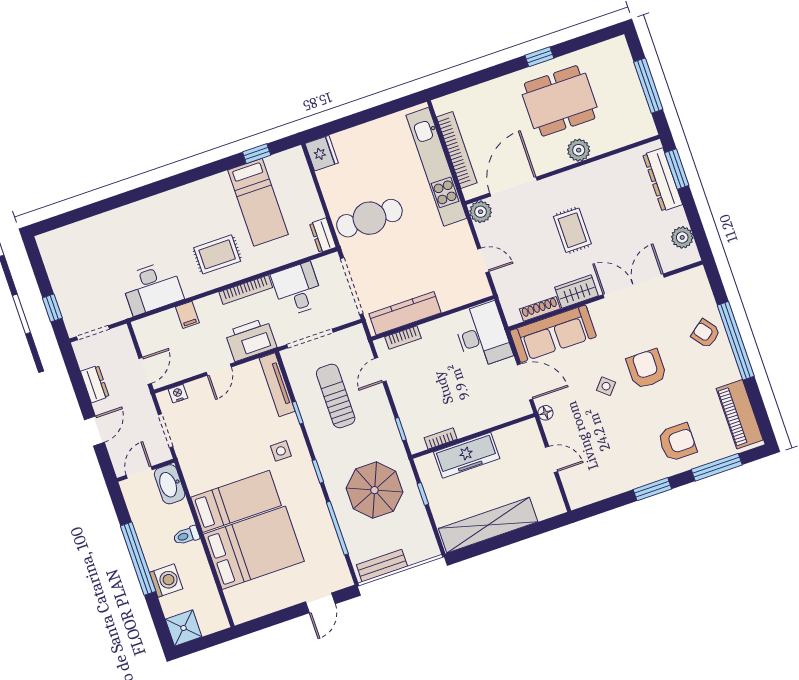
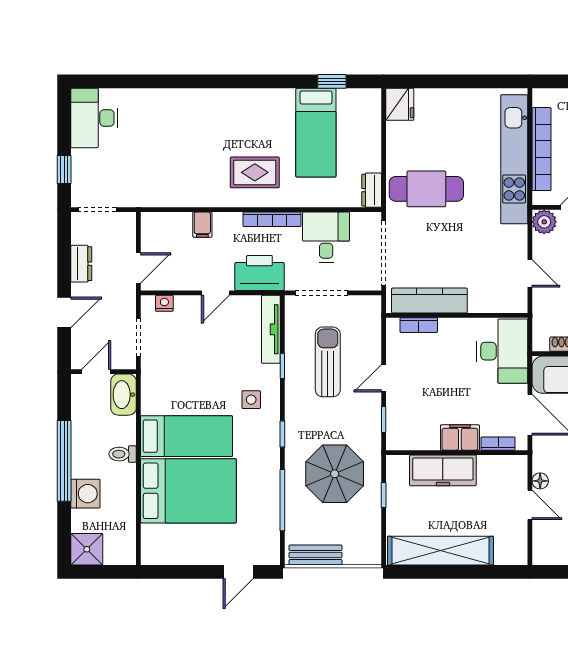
desk: (152, 288) -> (94, 118), moved, turned 90
door: (380, 370) -> (384, 378), moved
floor lamp: (545, 413) -> (540, 481), moved
filing cabinet: (472, 422) -> (460, 437), added
bookcase: (441, 438) -> (498, 444), moved

